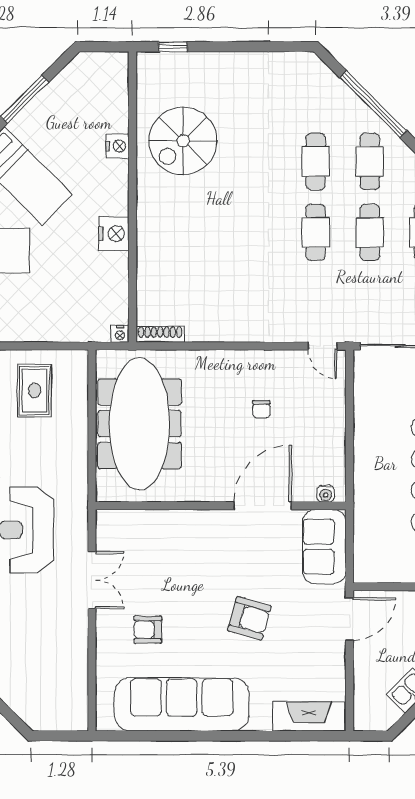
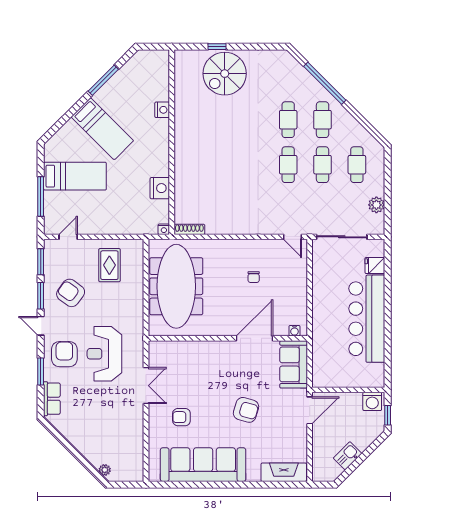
window: (173, 47) -> (217, 47), moved
spiral stairs: (183, 141) -> (225, 74), moved
nightstand: (114, 234) -> (160, 188), moved
plant: (27, 713) -> (105, 470), added

